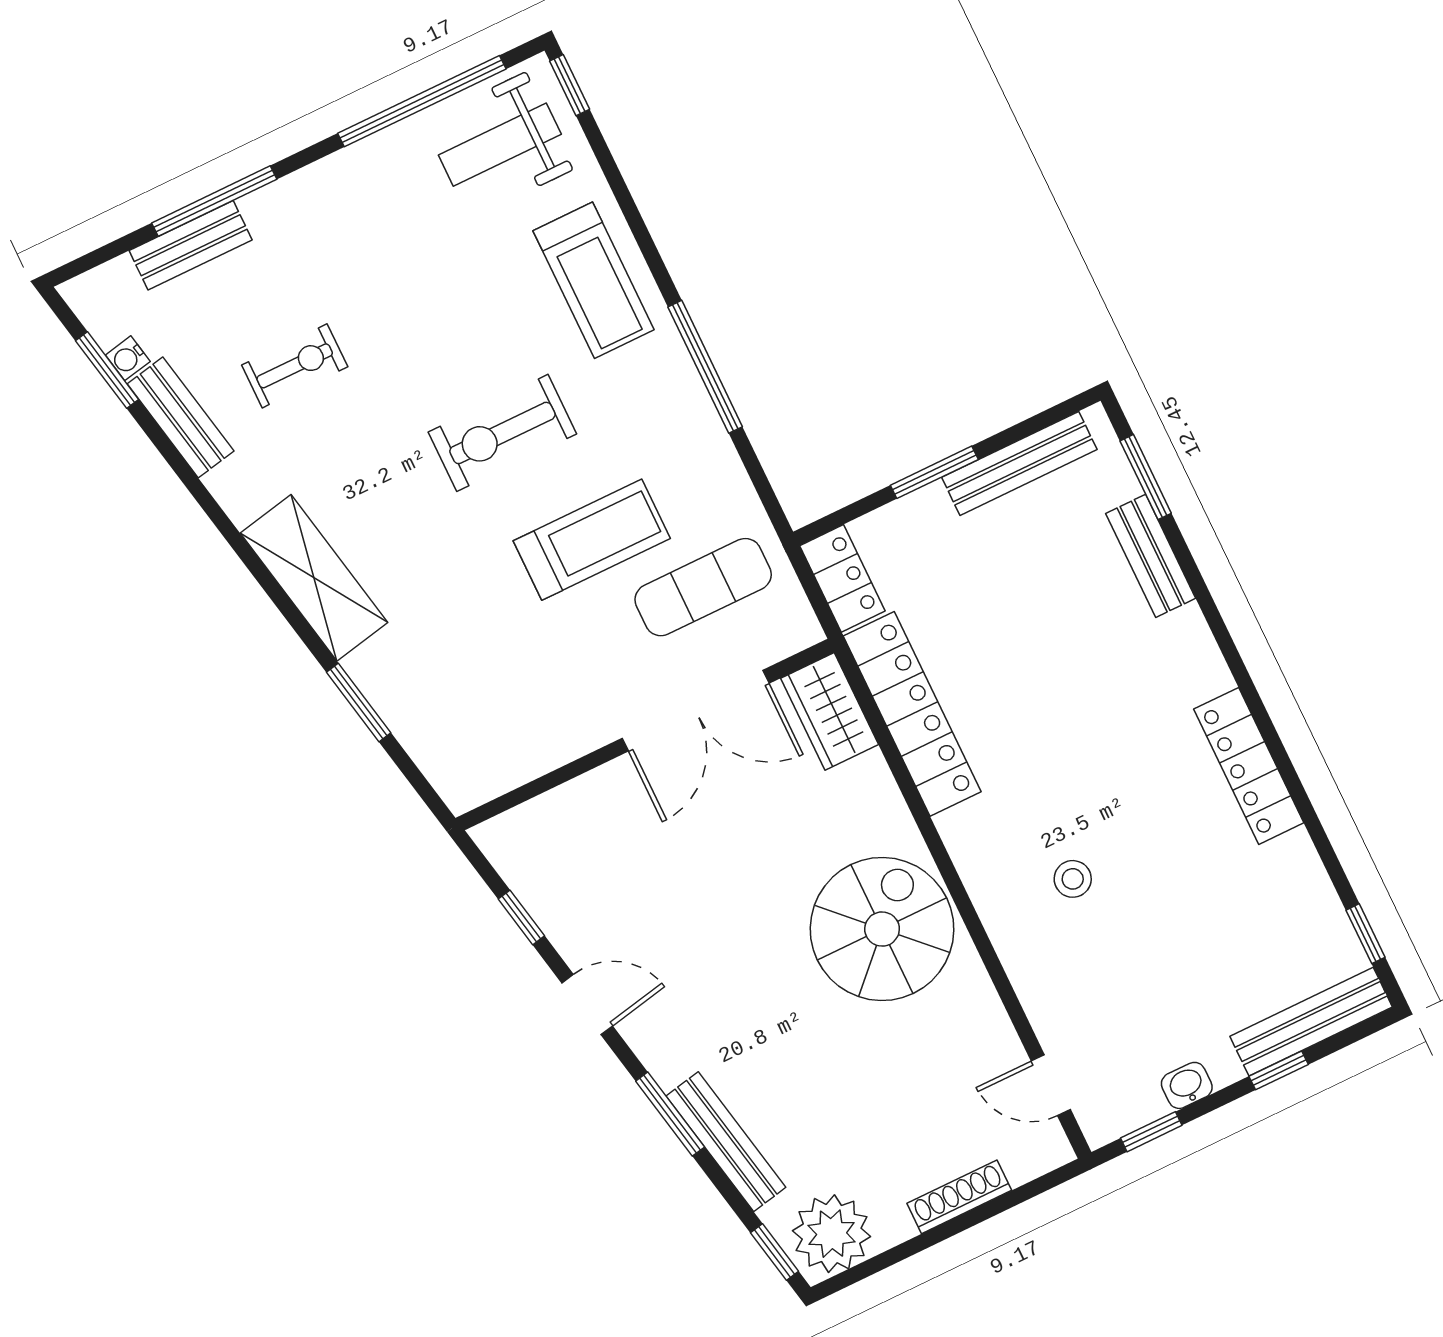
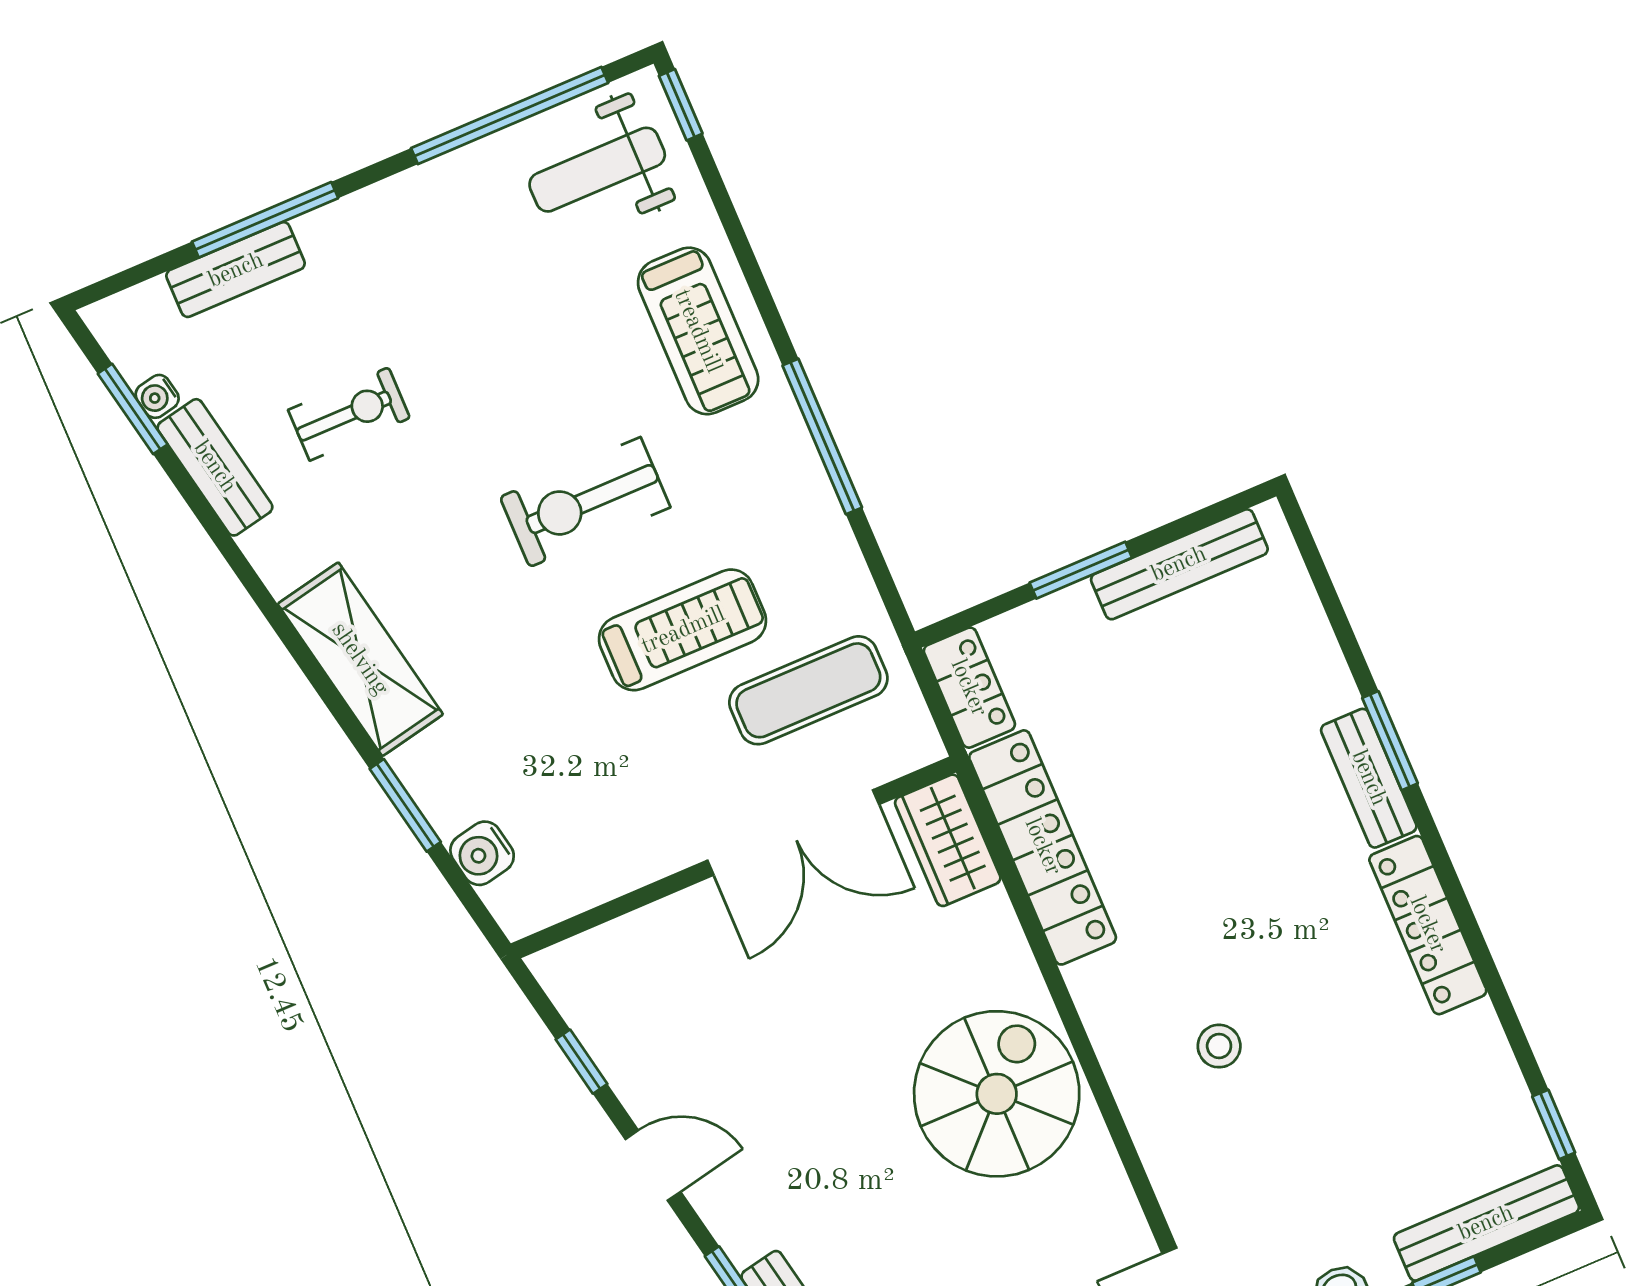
window: (1146, 477) -> (1390, 741), moved
bench: (1151, 556) -> (1369, 778), moved
water cooler: (427, 741) -> (482, 853), added

